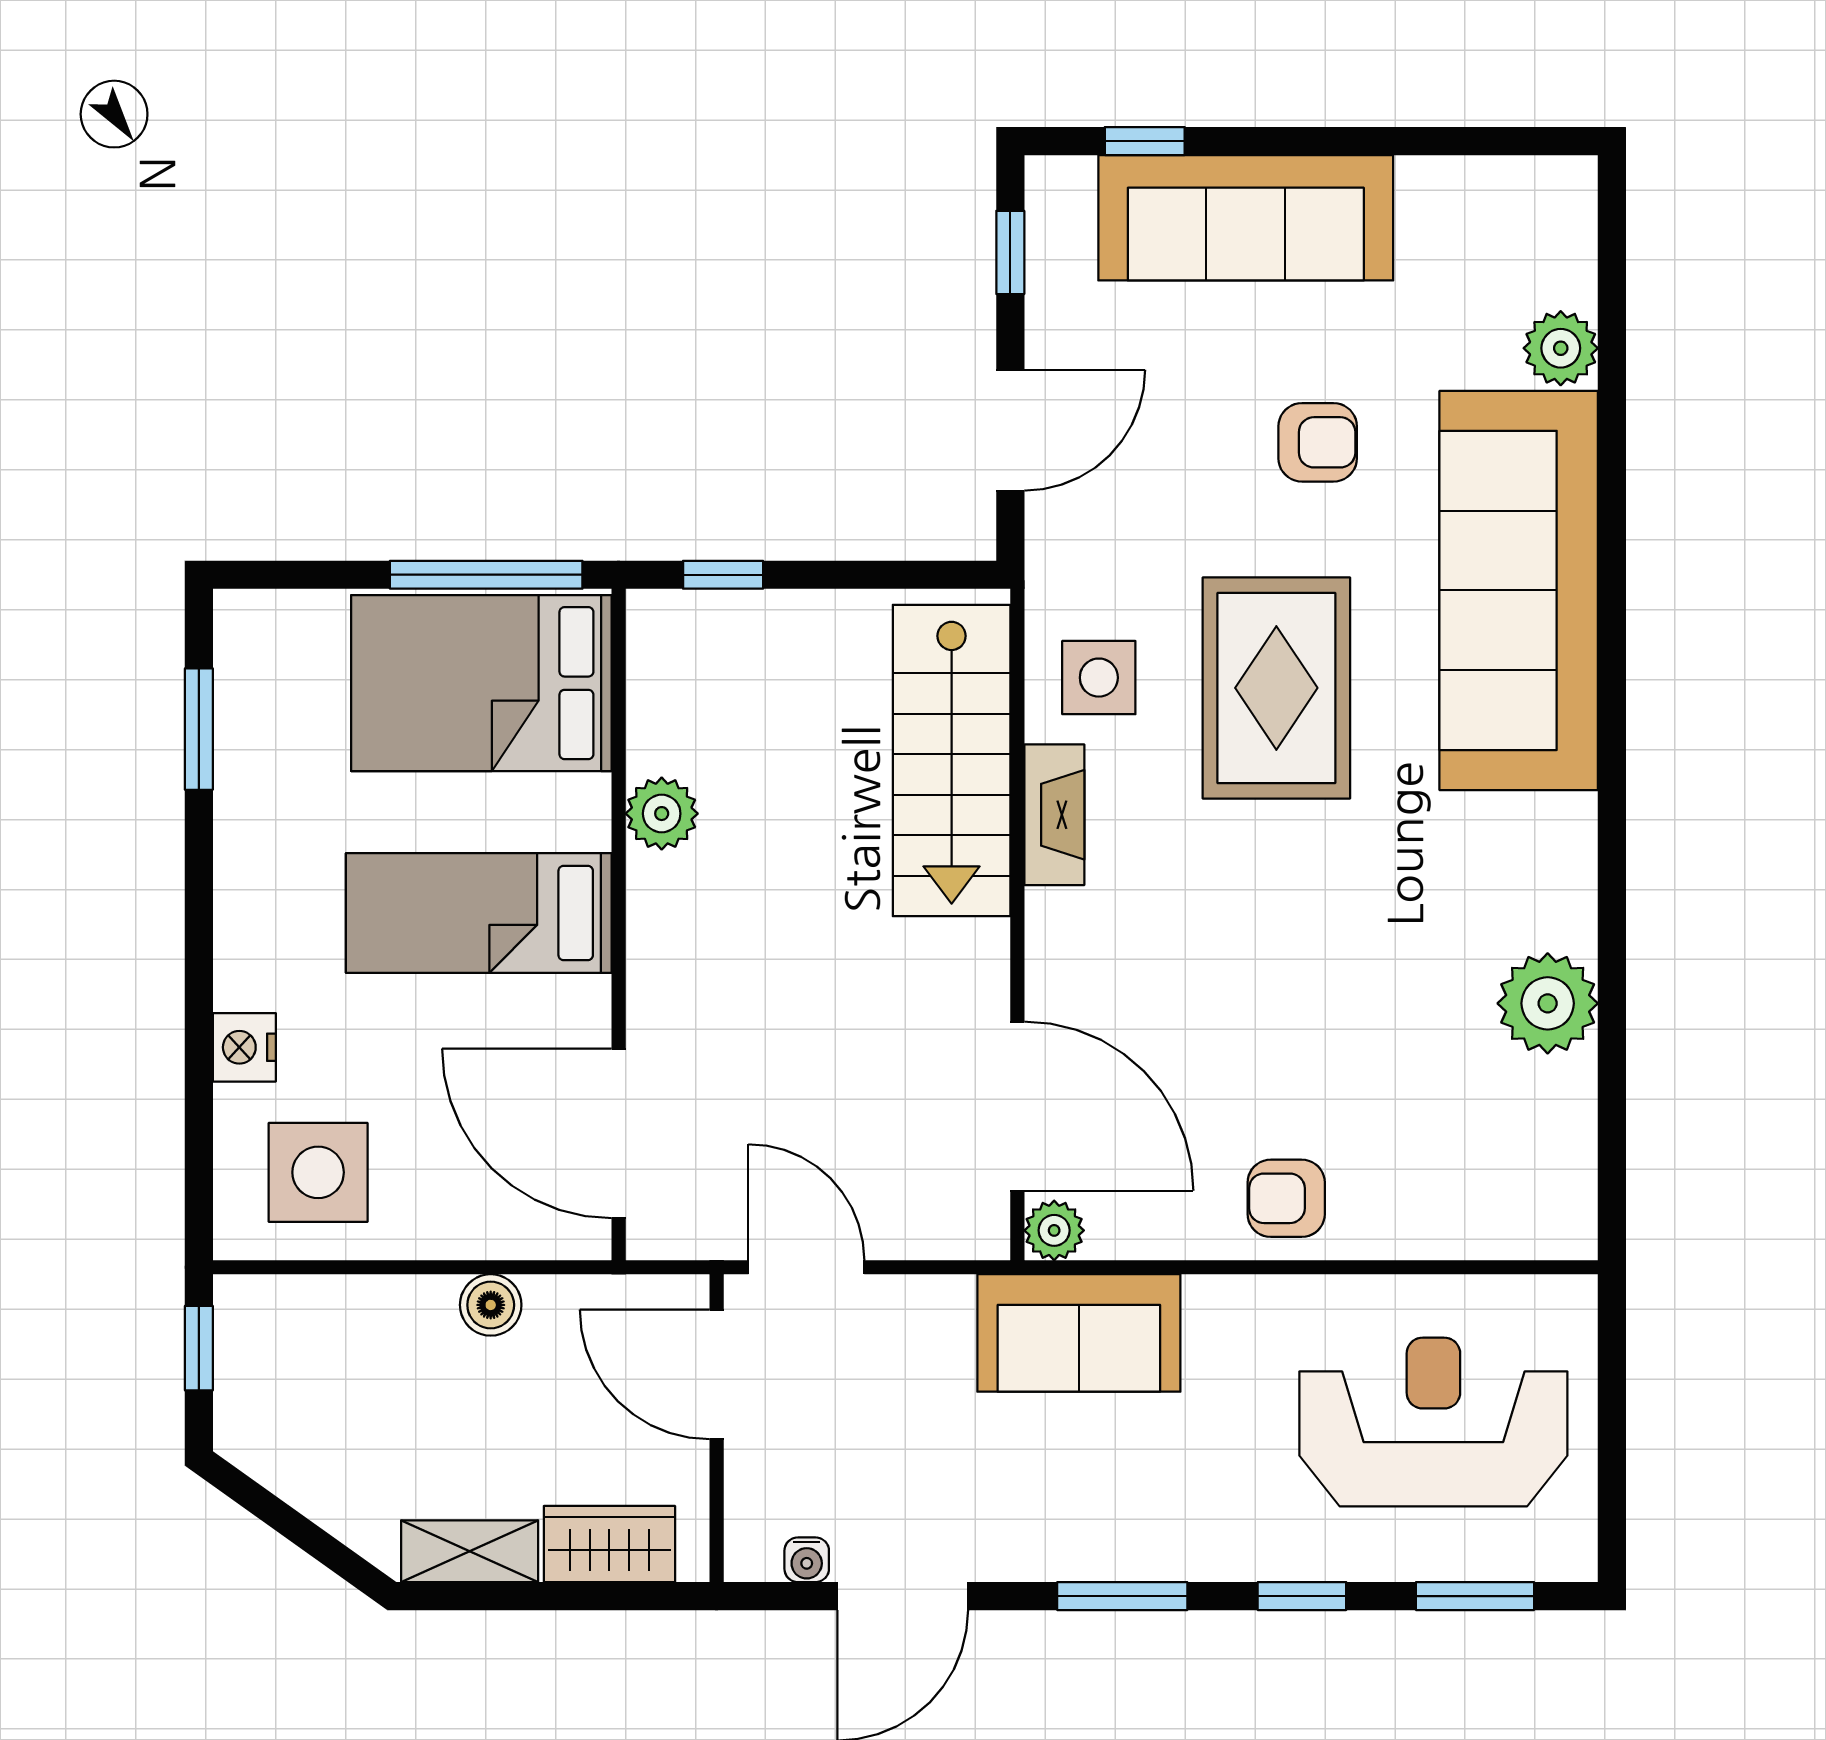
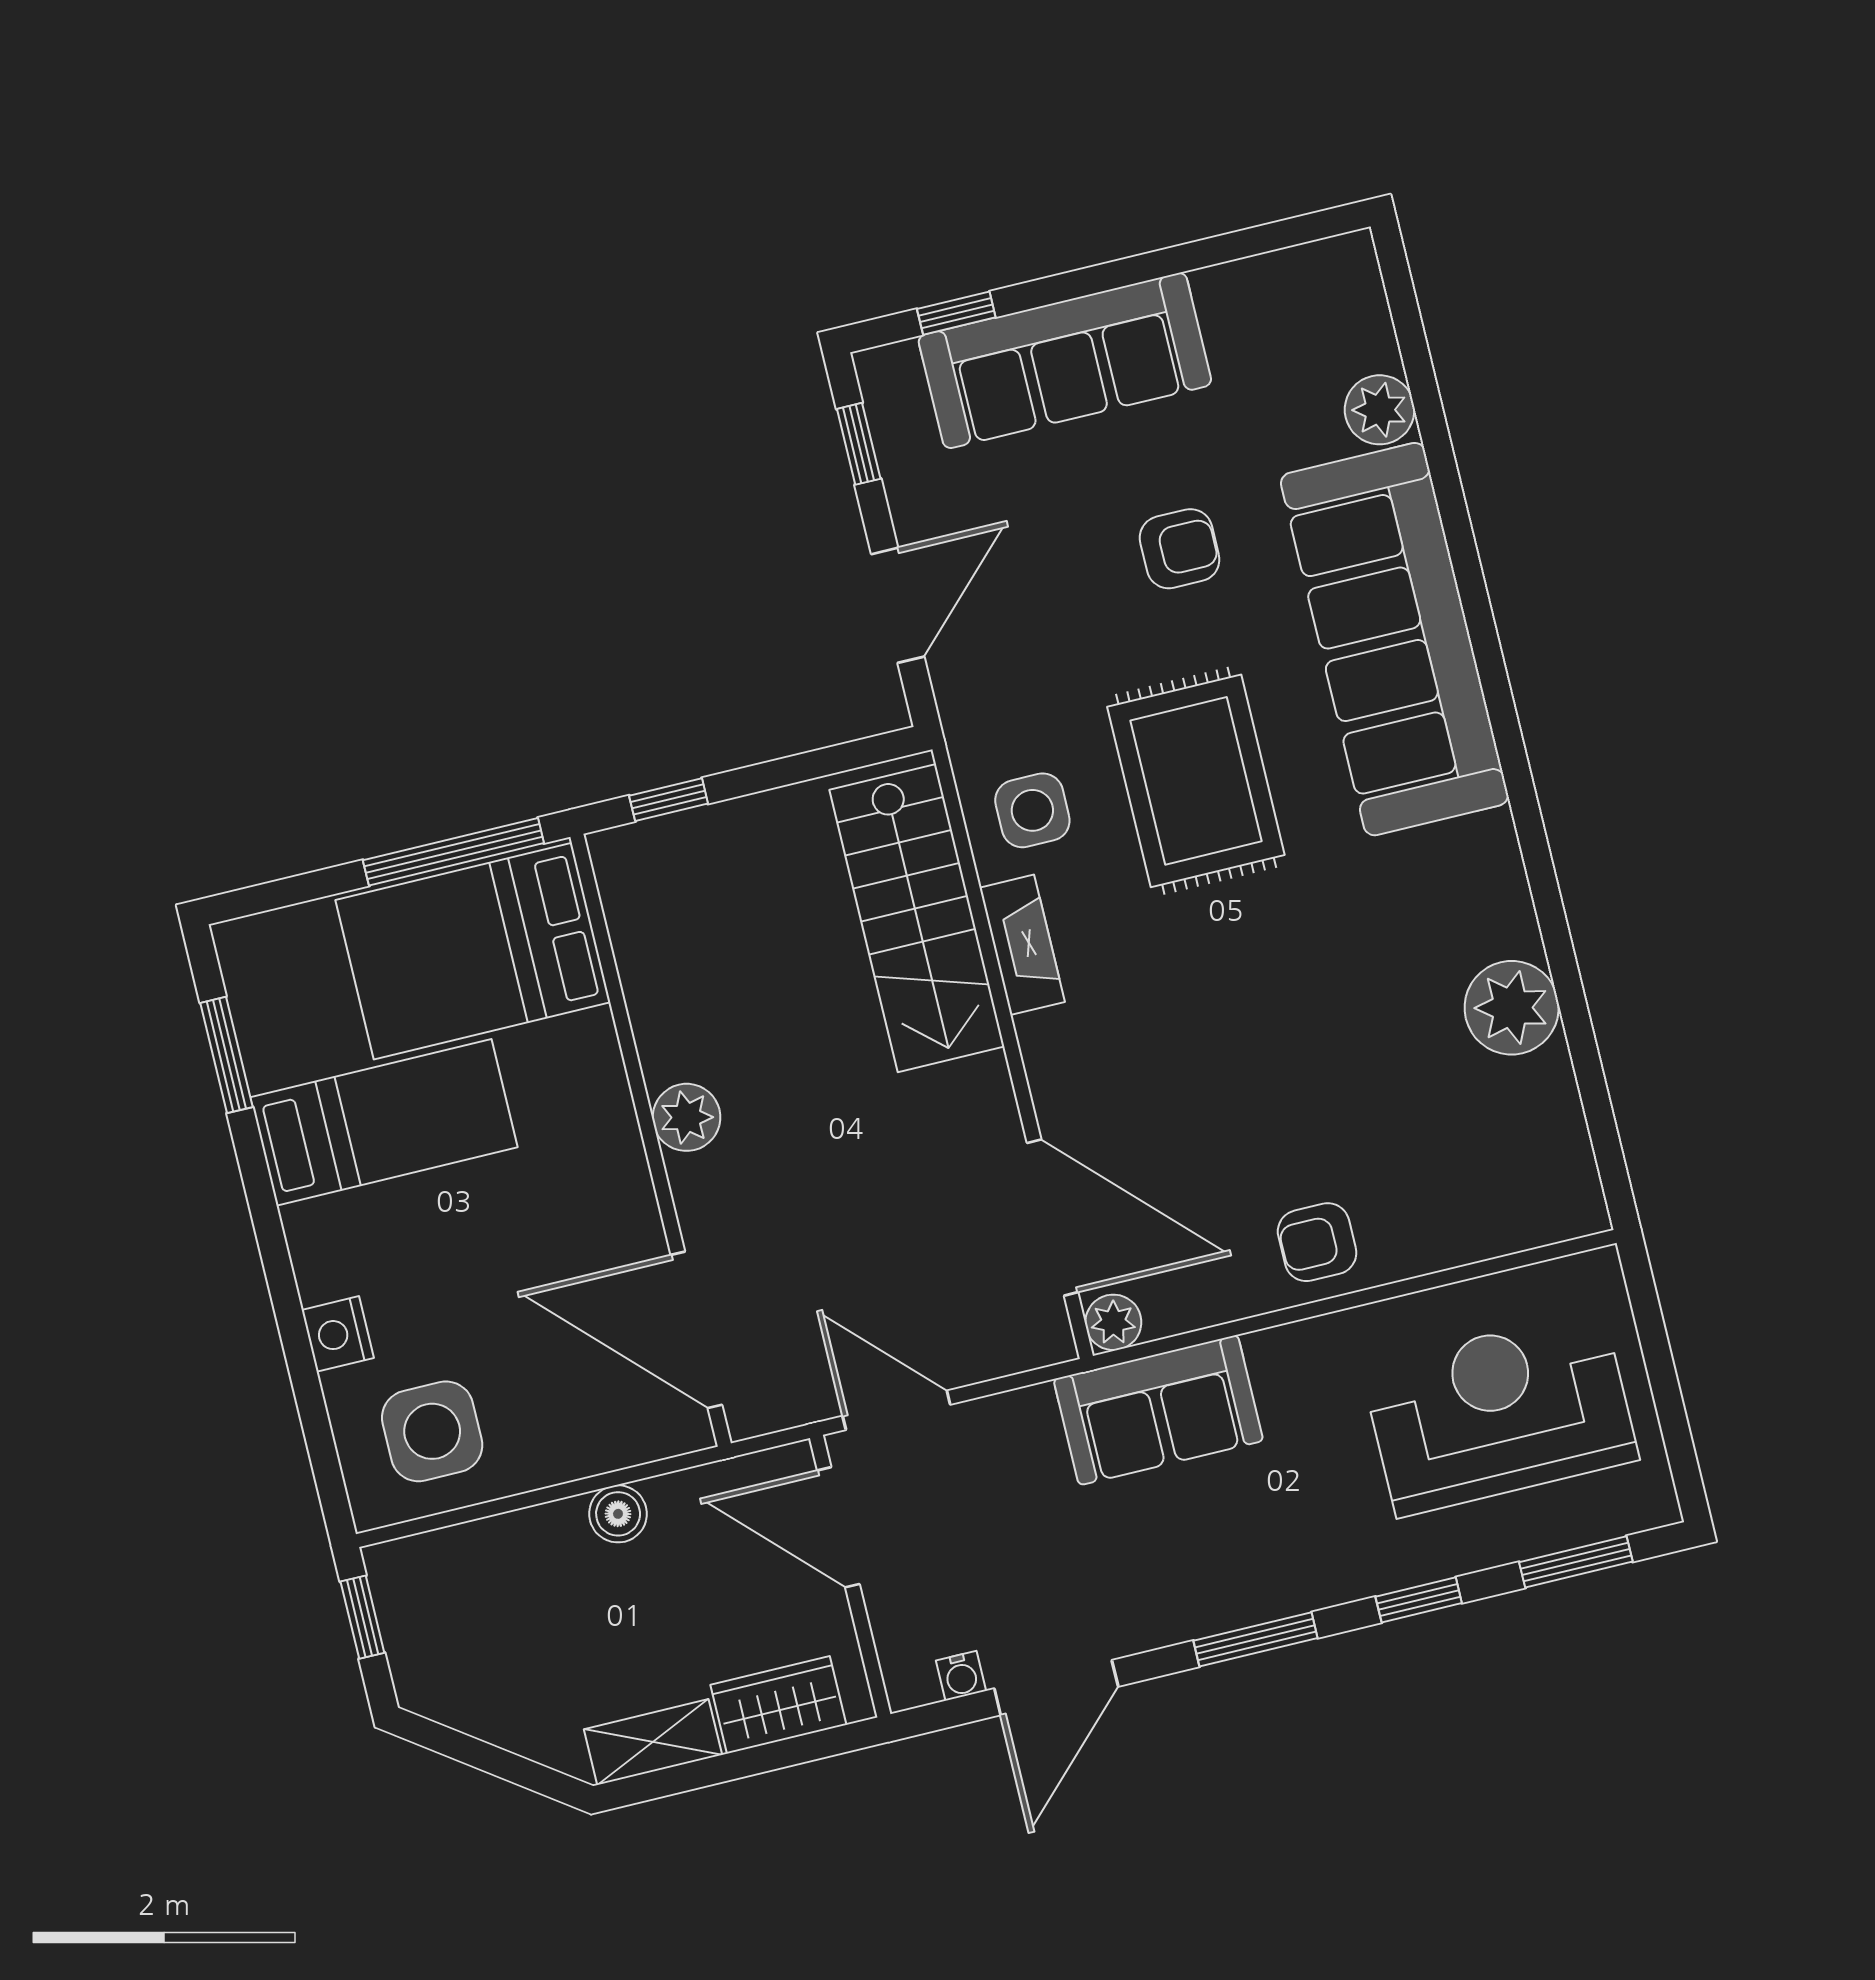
plant: (662, 814) -> (686, 1117), moved
bed: (479, 913) -> (384, 1122), moved, turned 180

